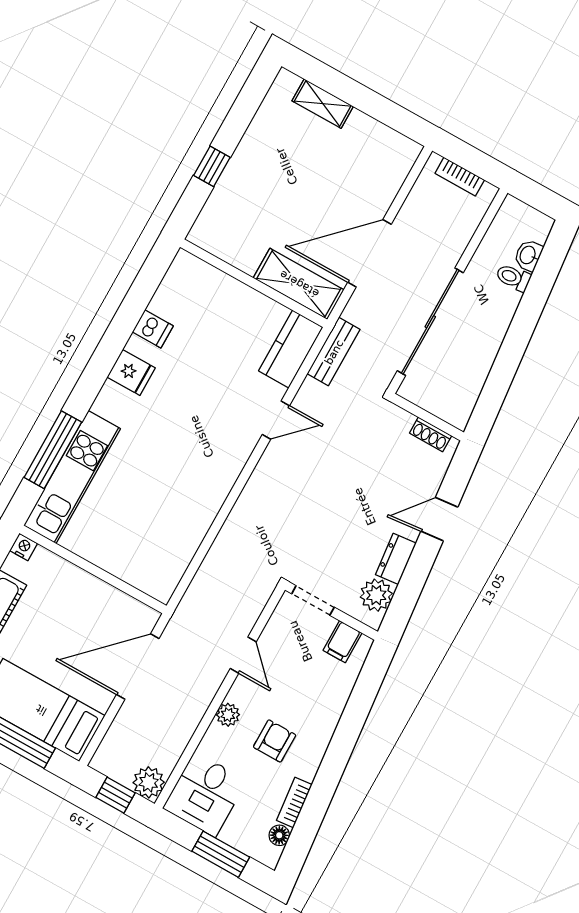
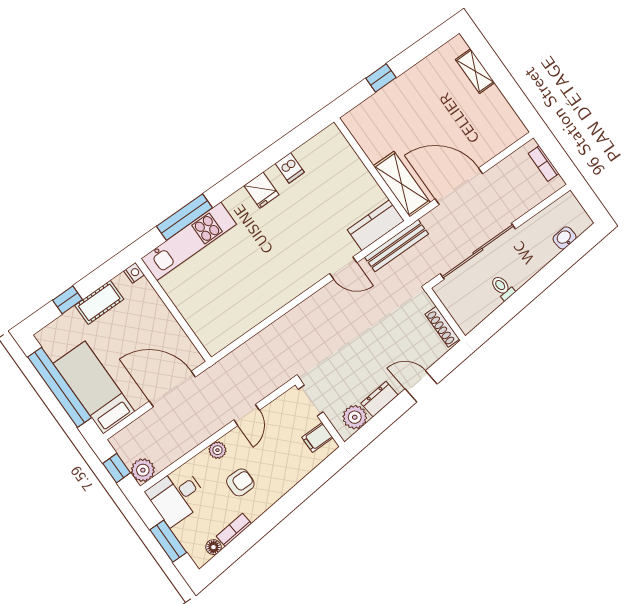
toilet: (513, 278) -> (502, 288), moved
bench: (334, 352) -> (396, 246), width x1.36
shoe rack: (431, 434) -> (442, 327), width x1.43

